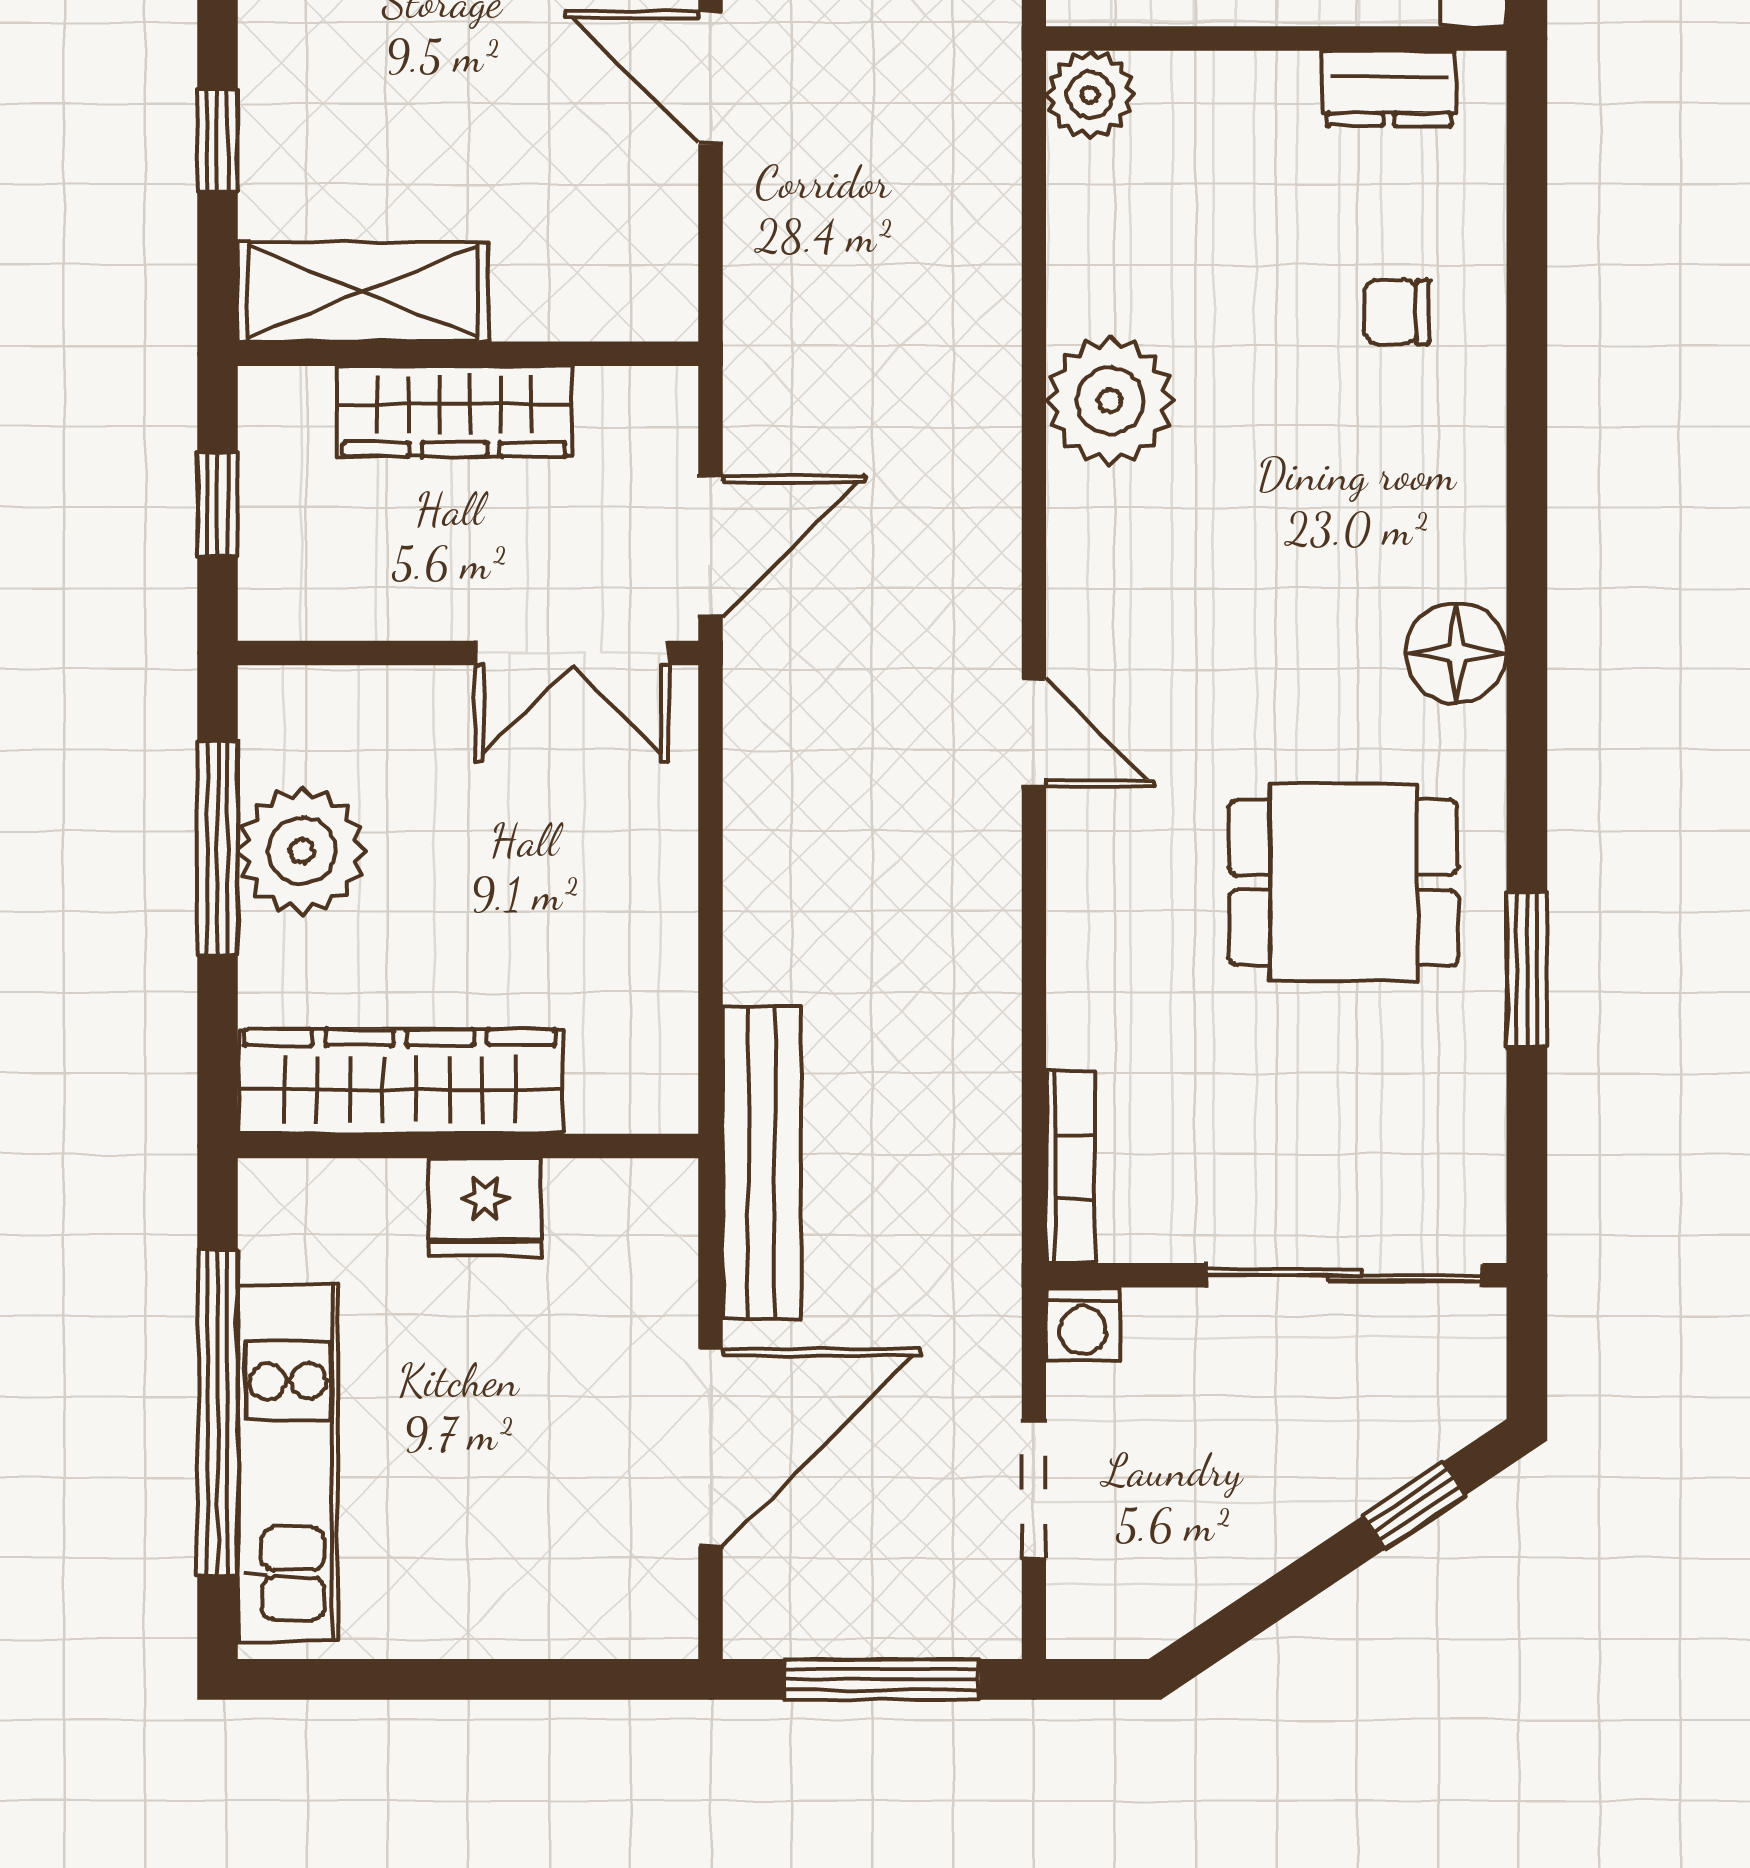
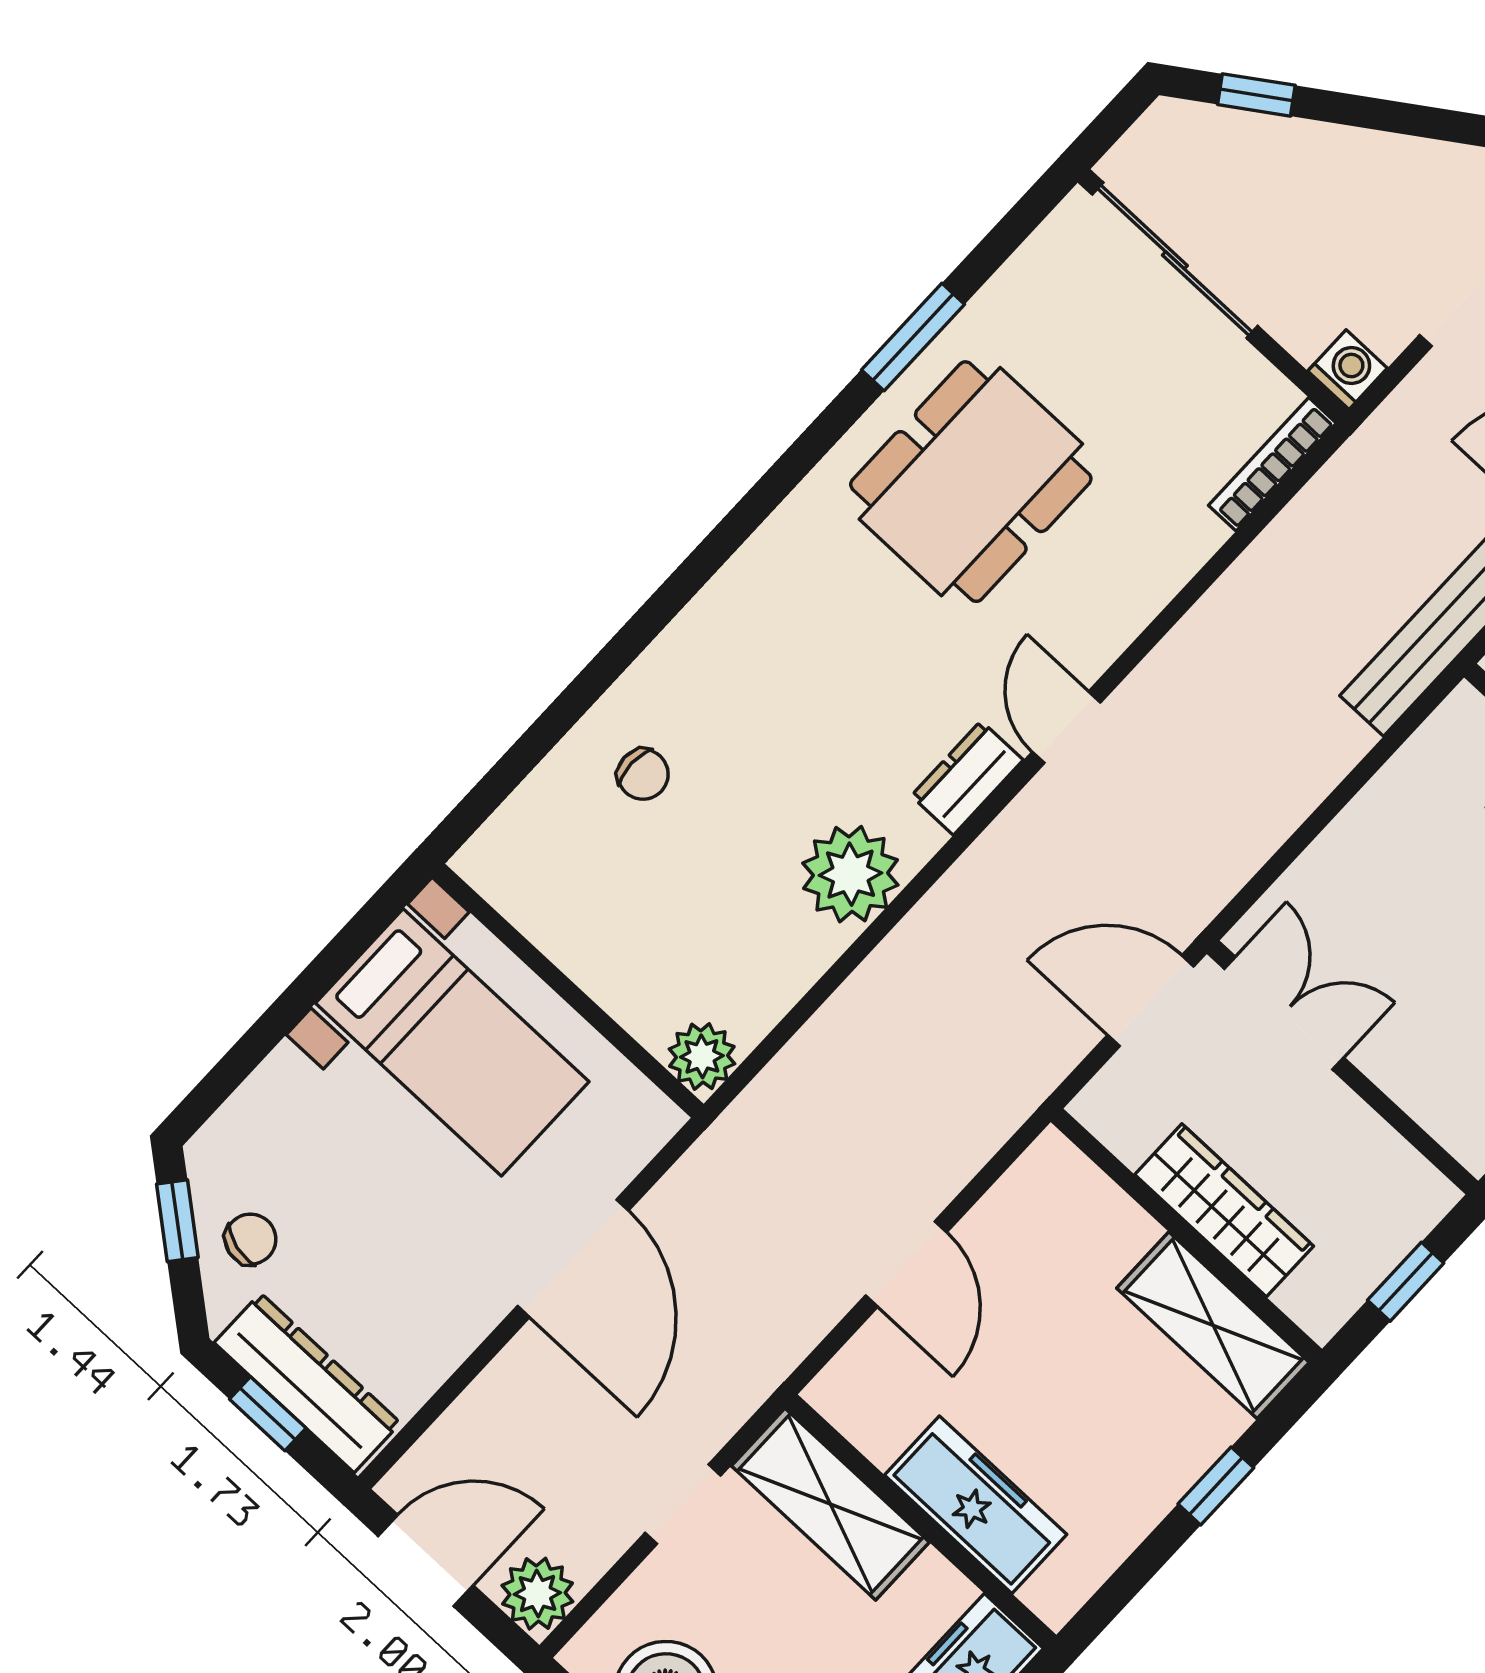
dresser: (1389, 89) -> (967, 778), moved, turned -90
floor lamp: (1456, 653) -> (787, 552), removed
dining table: (1343, 883) -> (971, 482), width x1.38

